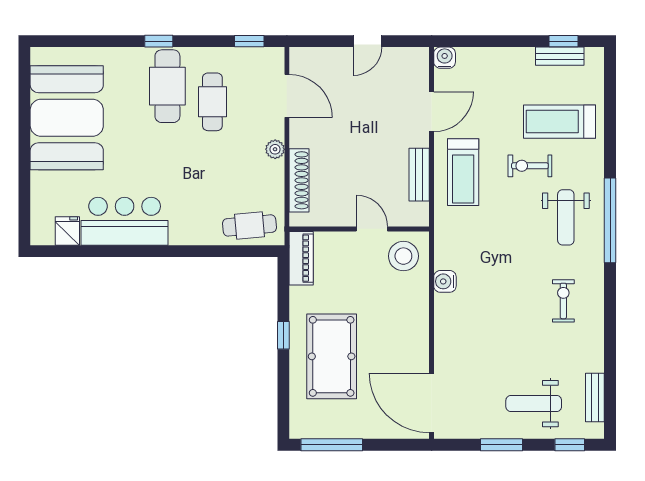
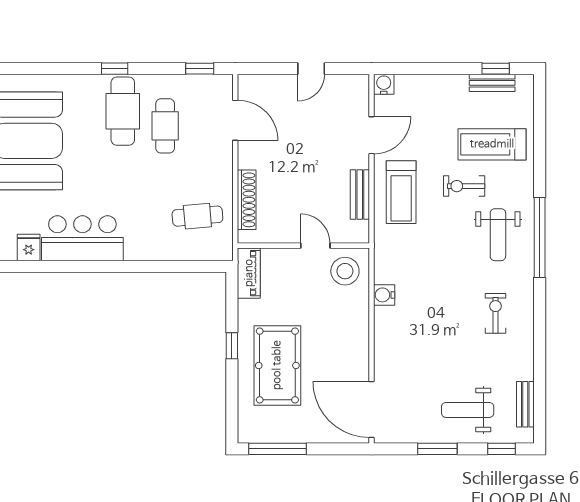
plant: (275, 149) -> (224, 171), removed
cafe table: (249, 225) -> (197, 216), moved

